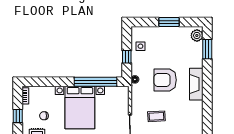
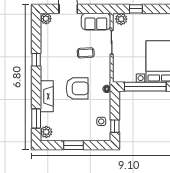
window: (127, 57) -> (115, 126), moved
fireplace: (196, 84) -> (47, 96), moved
window: (207, 109) -> (36, 60), added

